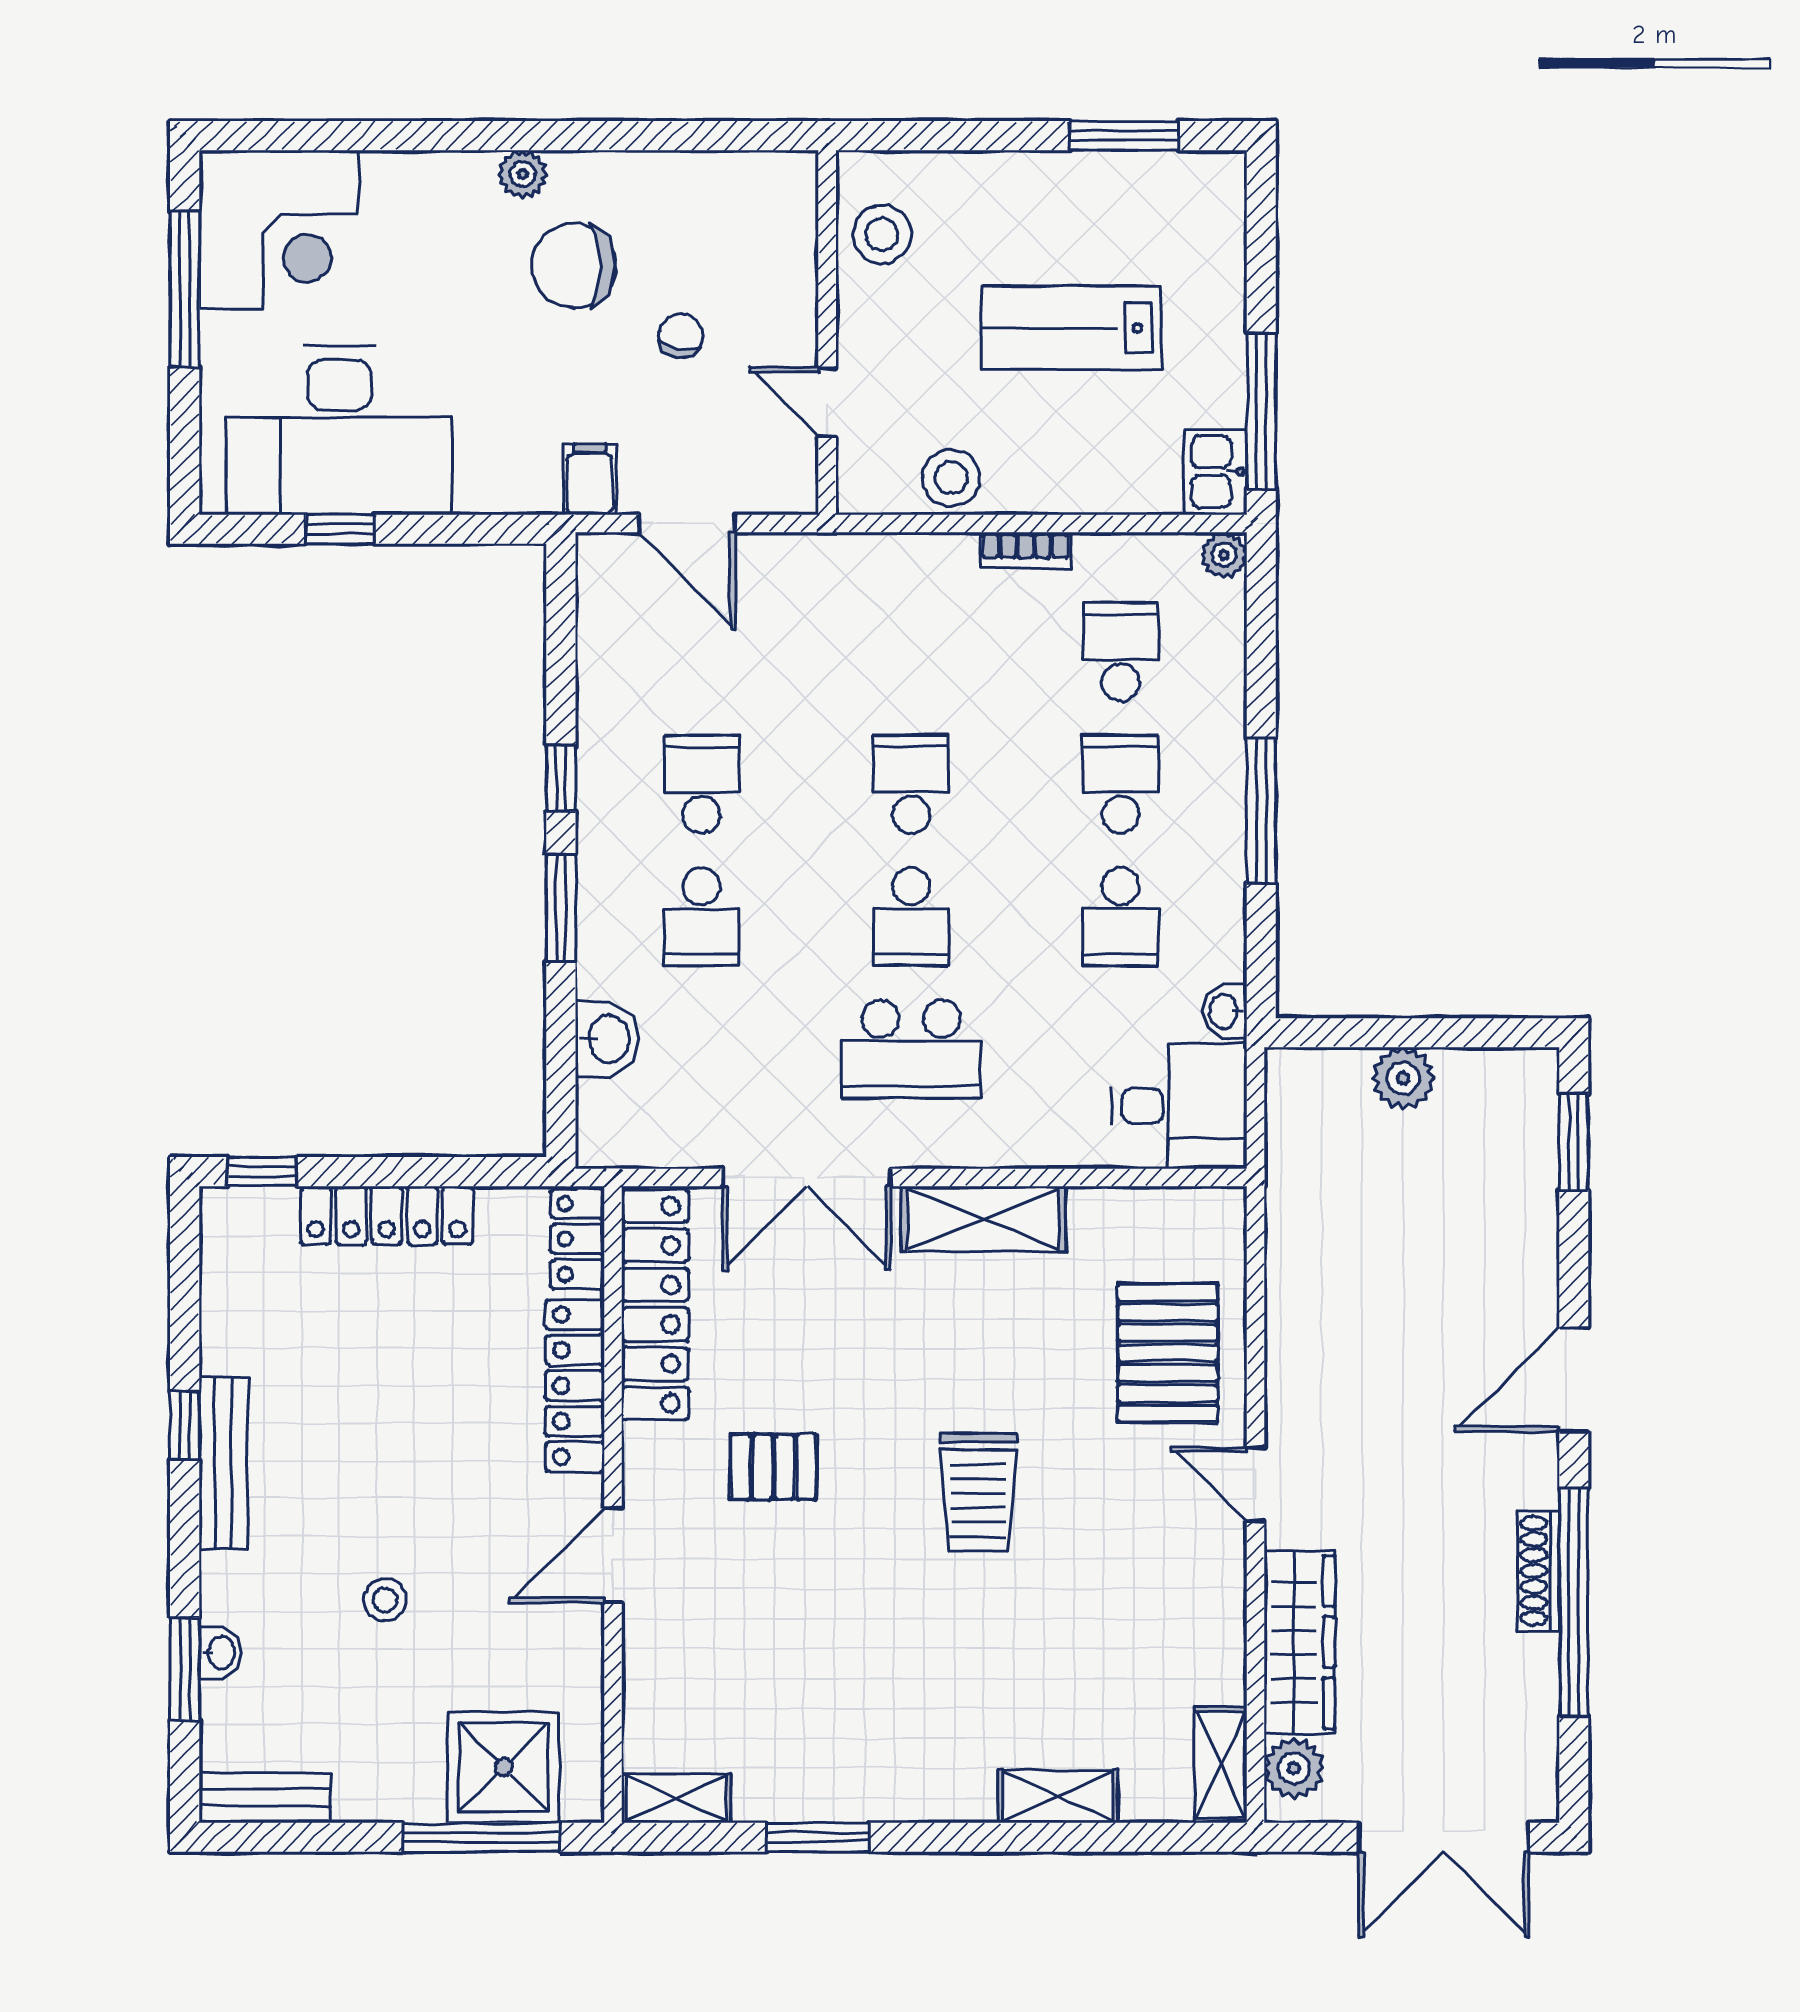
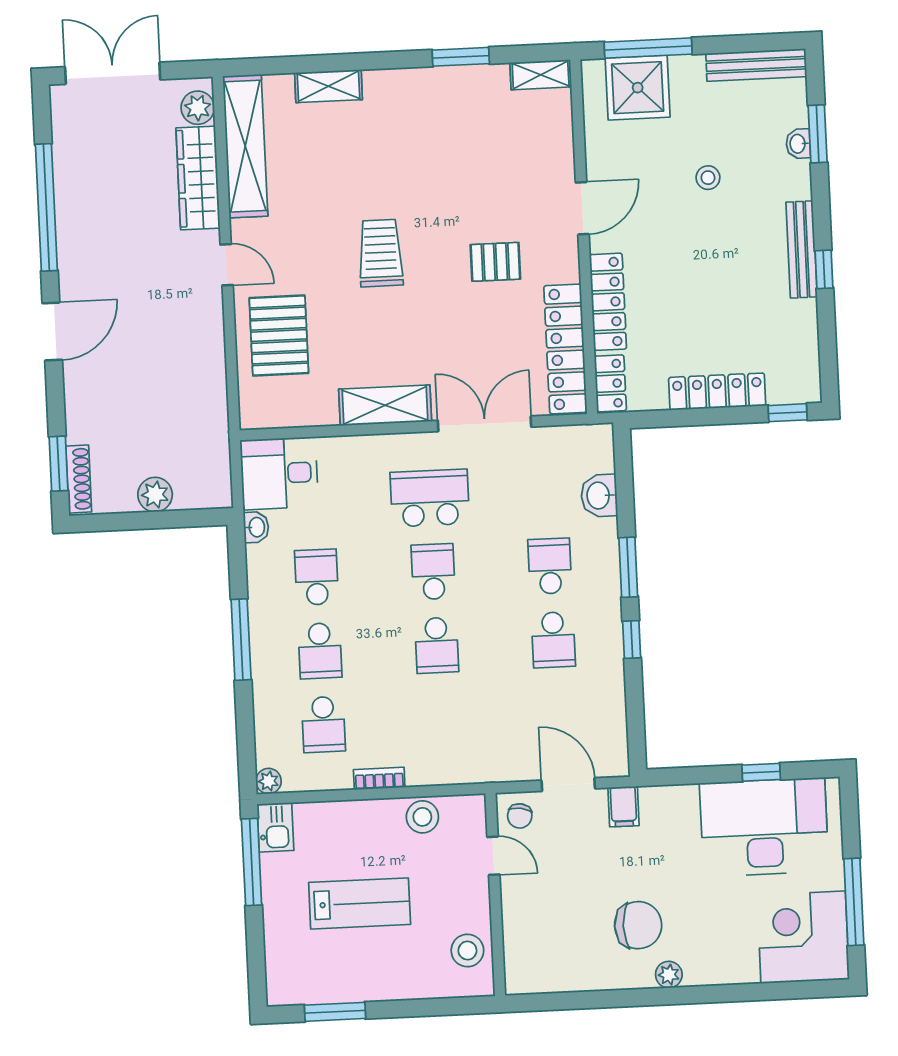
chair: (681, 336) -> (520, 816), moved
shoe rack: (1539, 1571) -> (79, 479), moved
shelving: (1221, 1765) -> (245, 146), width x2.20, depth x1.33
bench: (265, 1798) -> (756, 65), width x1.36

